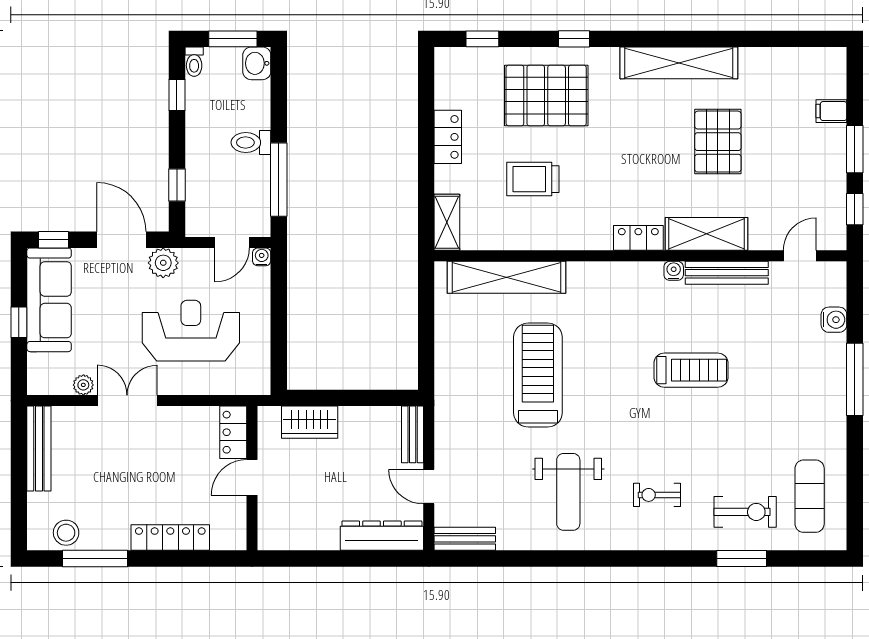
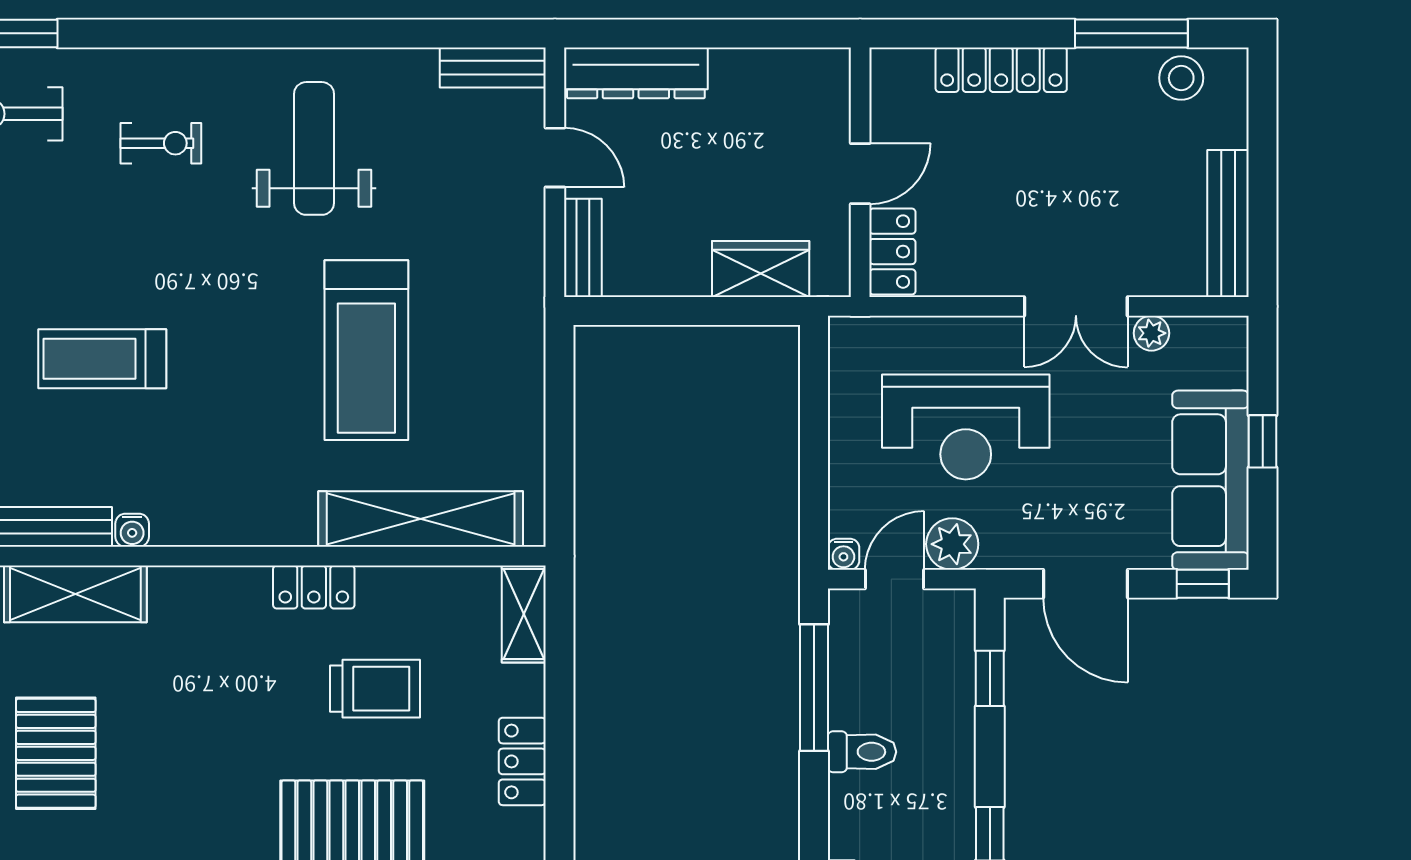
locker: (638, 238) -> (314, 587), moved
plant: (163, 263) -> (952, 544), moved

